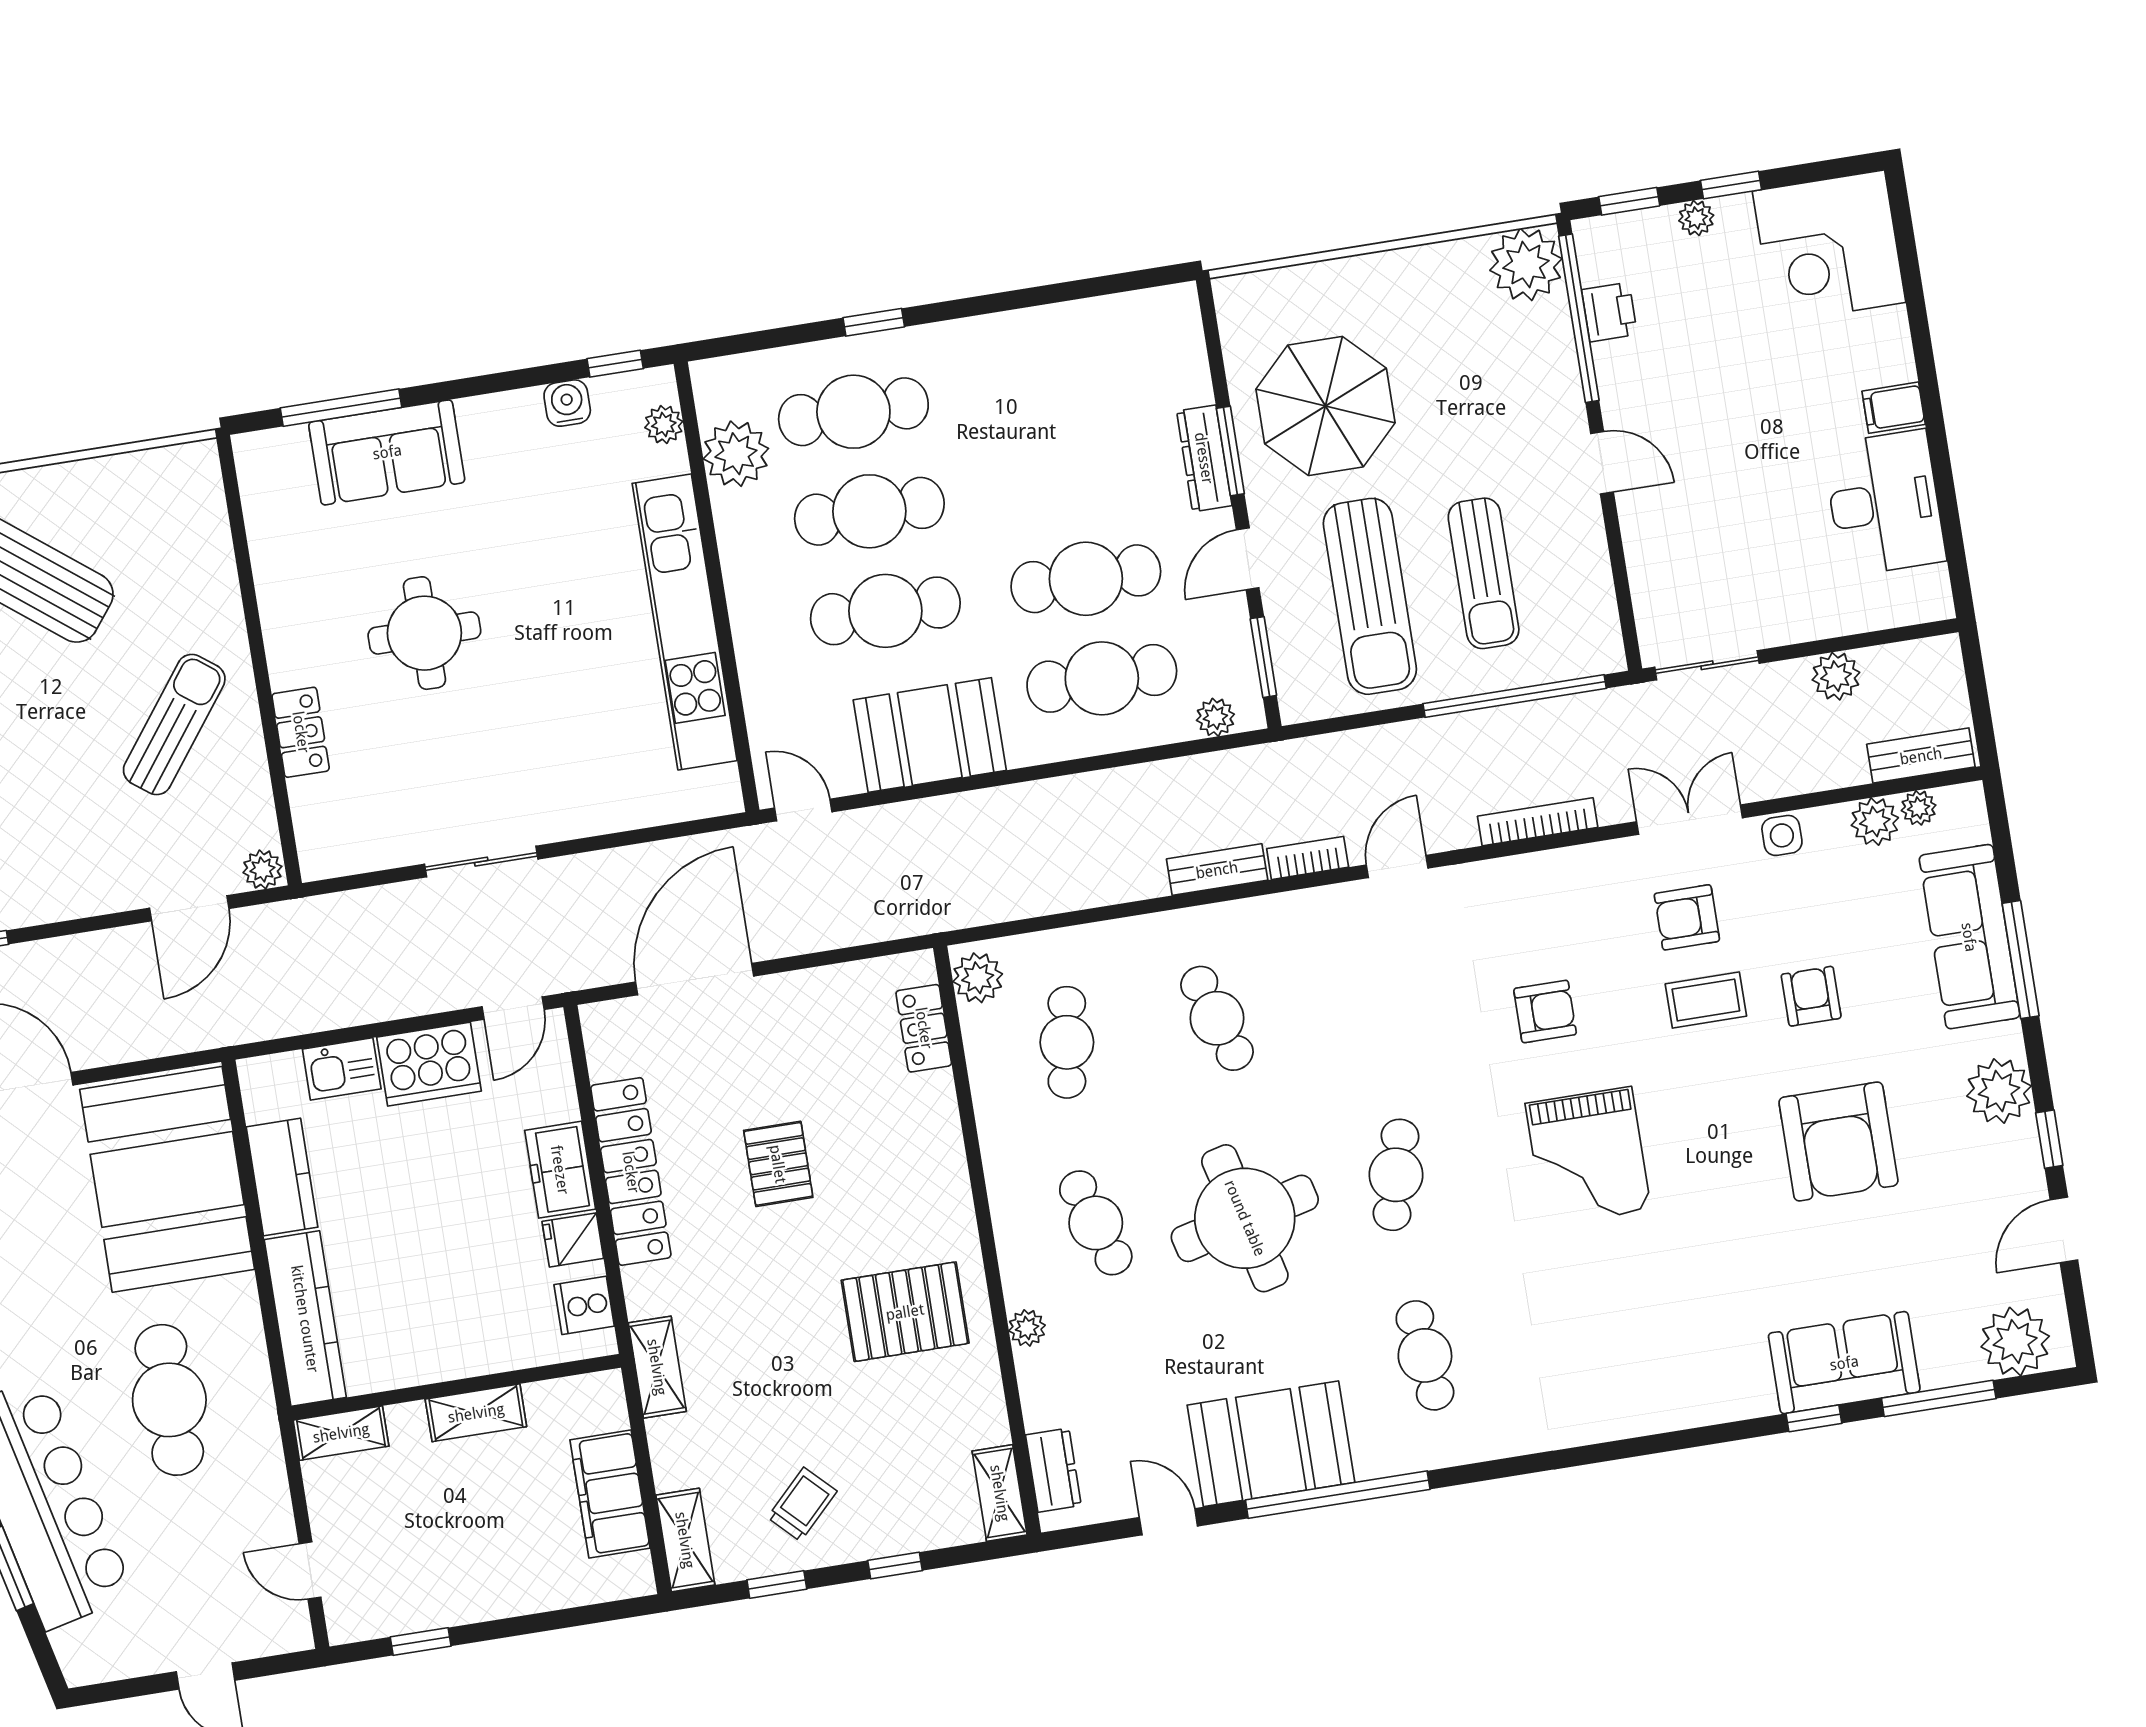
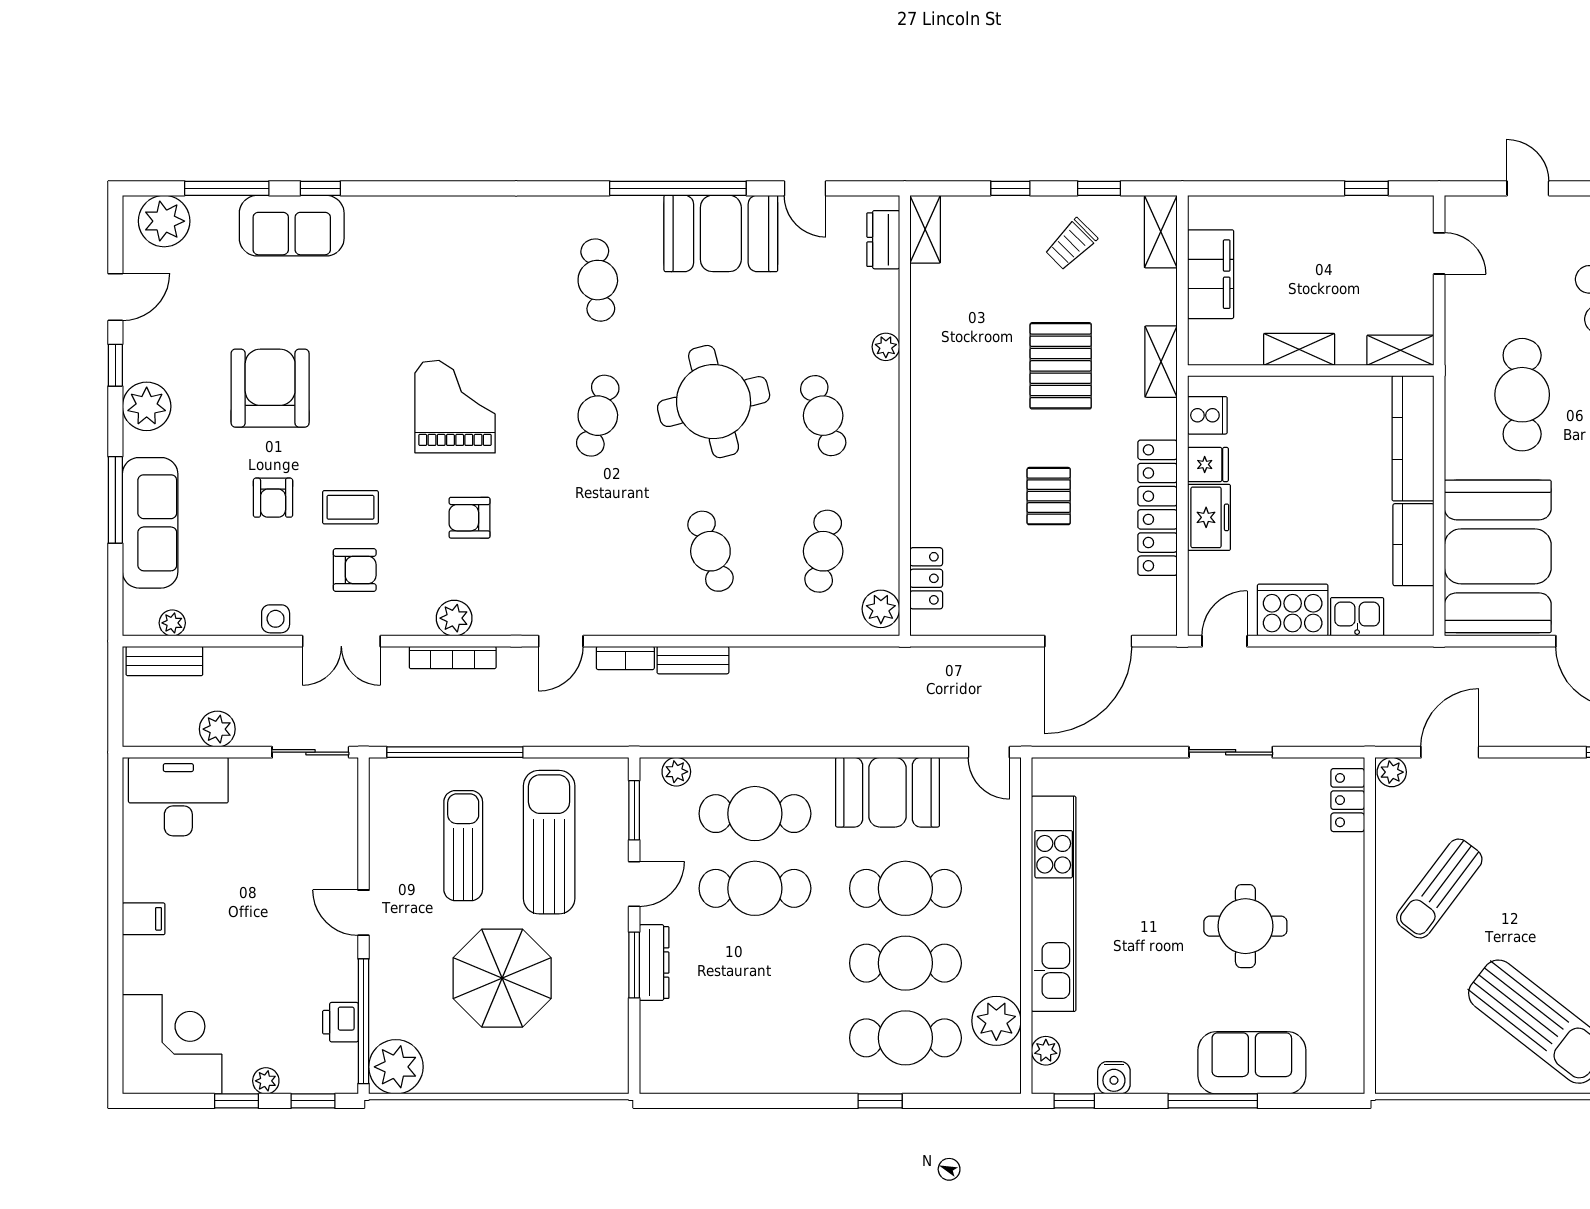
parasol: (1325, 406) -> (502, 978), moved
window: (341, 408) -> (1213, 1101), moved
desk: (1884, 503) -> (178, 797), moved, turned 90
locker: (301, 732) -> (1348, 800), moved
plant: (1875, 822) -> (454, 618), moved
pallet: (905, 1312) -> (1061, 366), moved, turned 90

